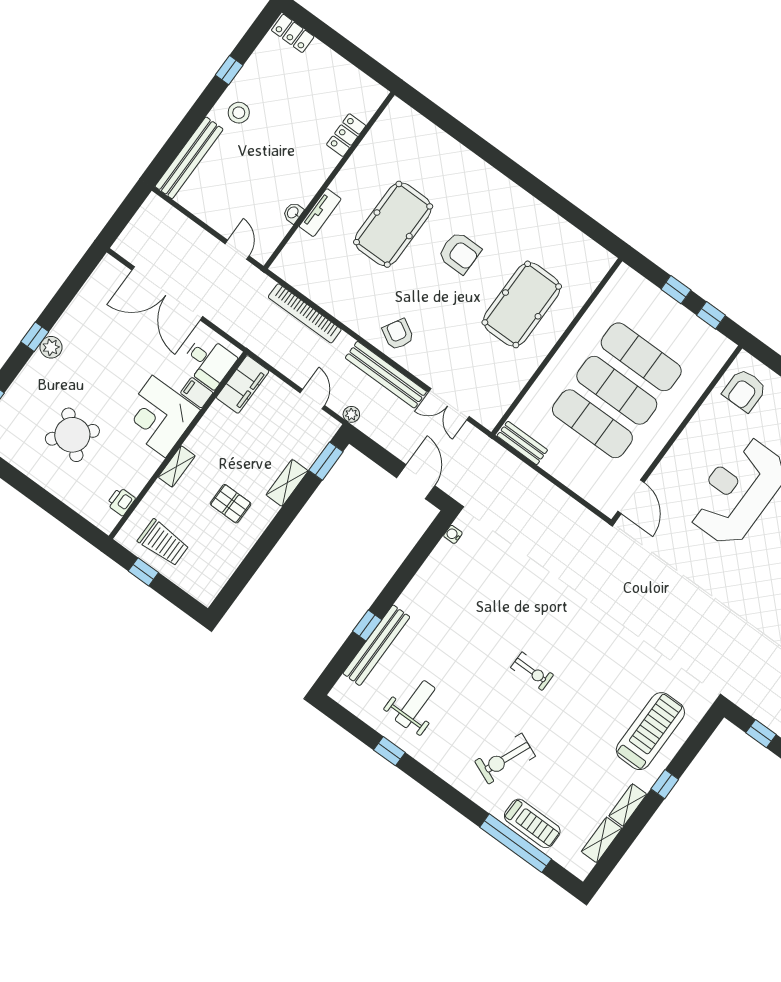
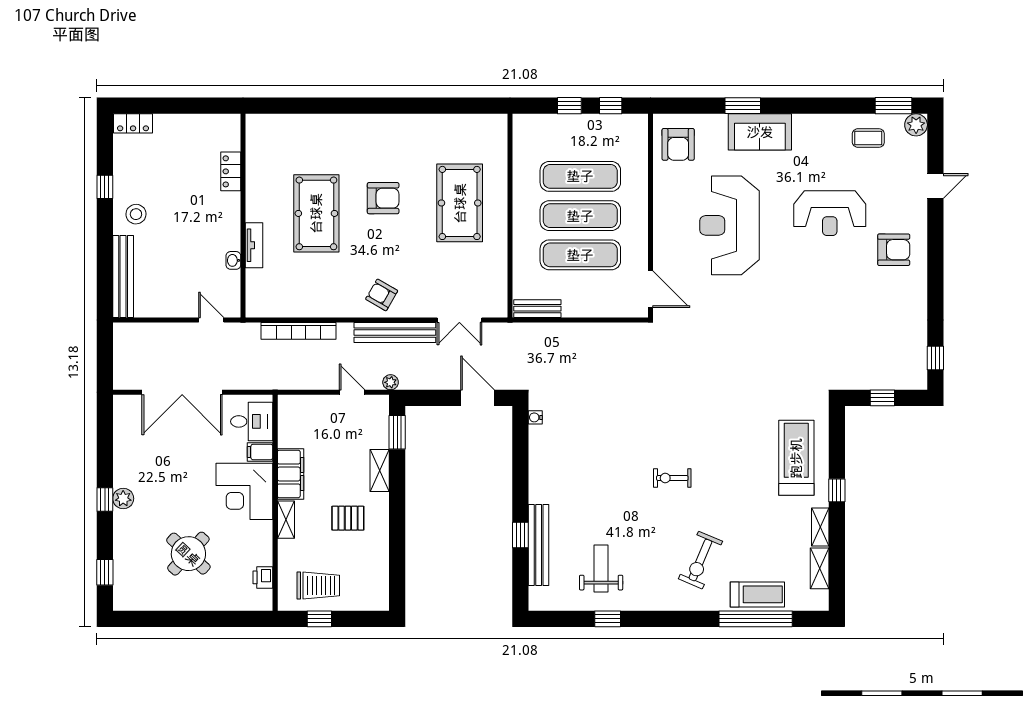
filing cabinet: (243, 384) -> (291, 474), moved
exercise bike: (532, 671) -> (672, 478), turned 180

